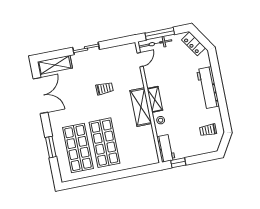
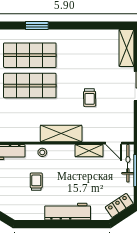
double door: (40, 95) -> (96, 25), removed
shelving: (155, 99) -> (89, 151), moved
trolley: (208, 130) -> (36, 182), moved

